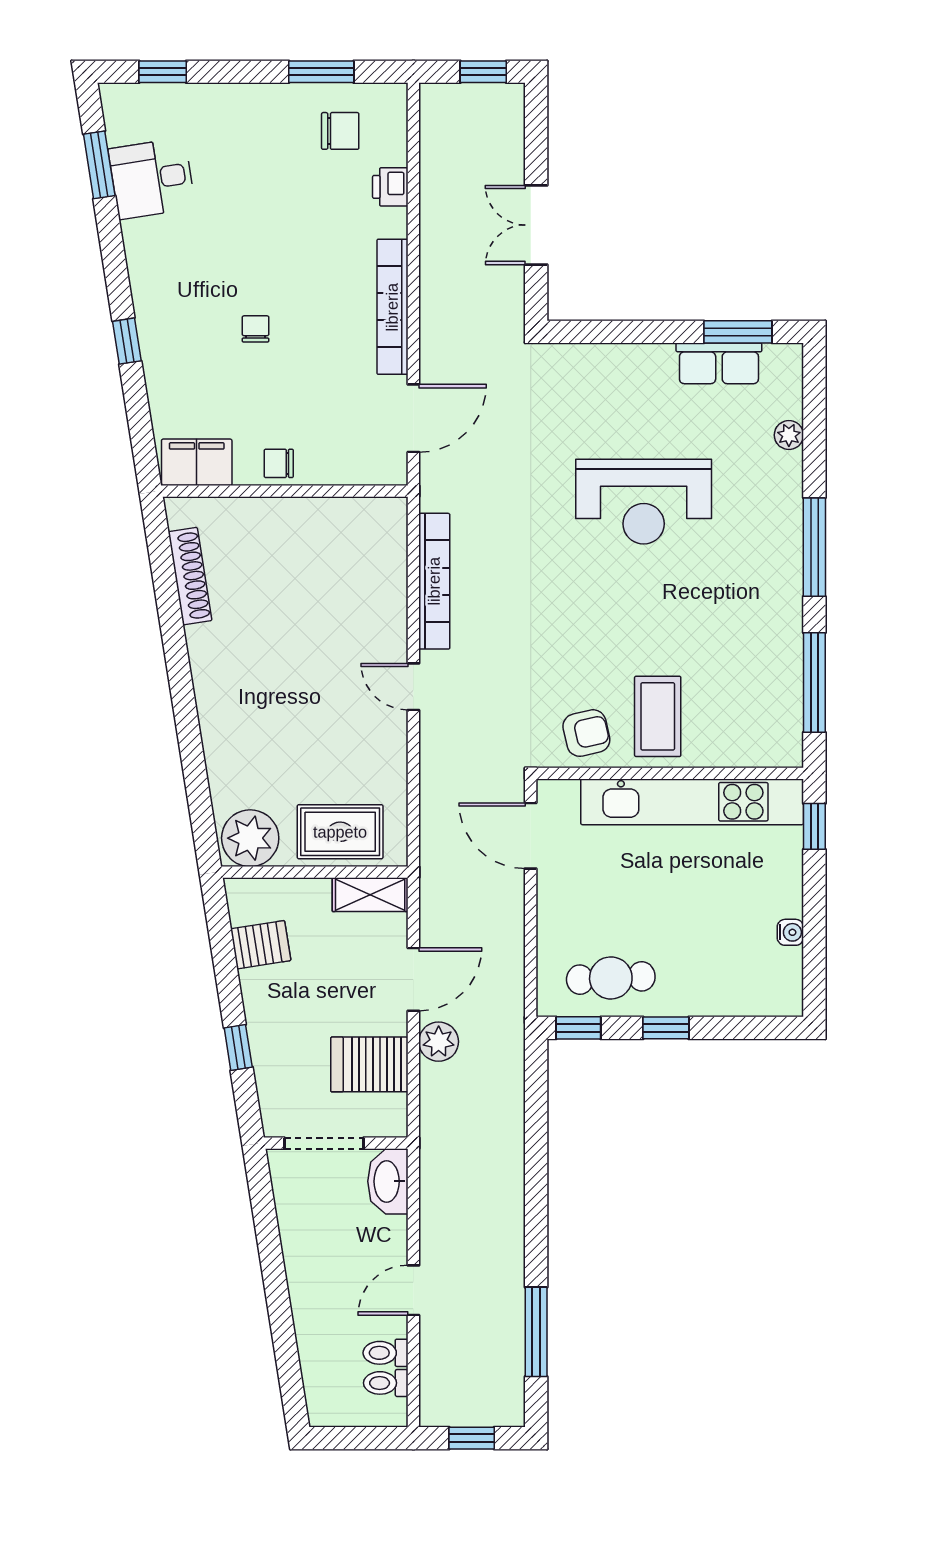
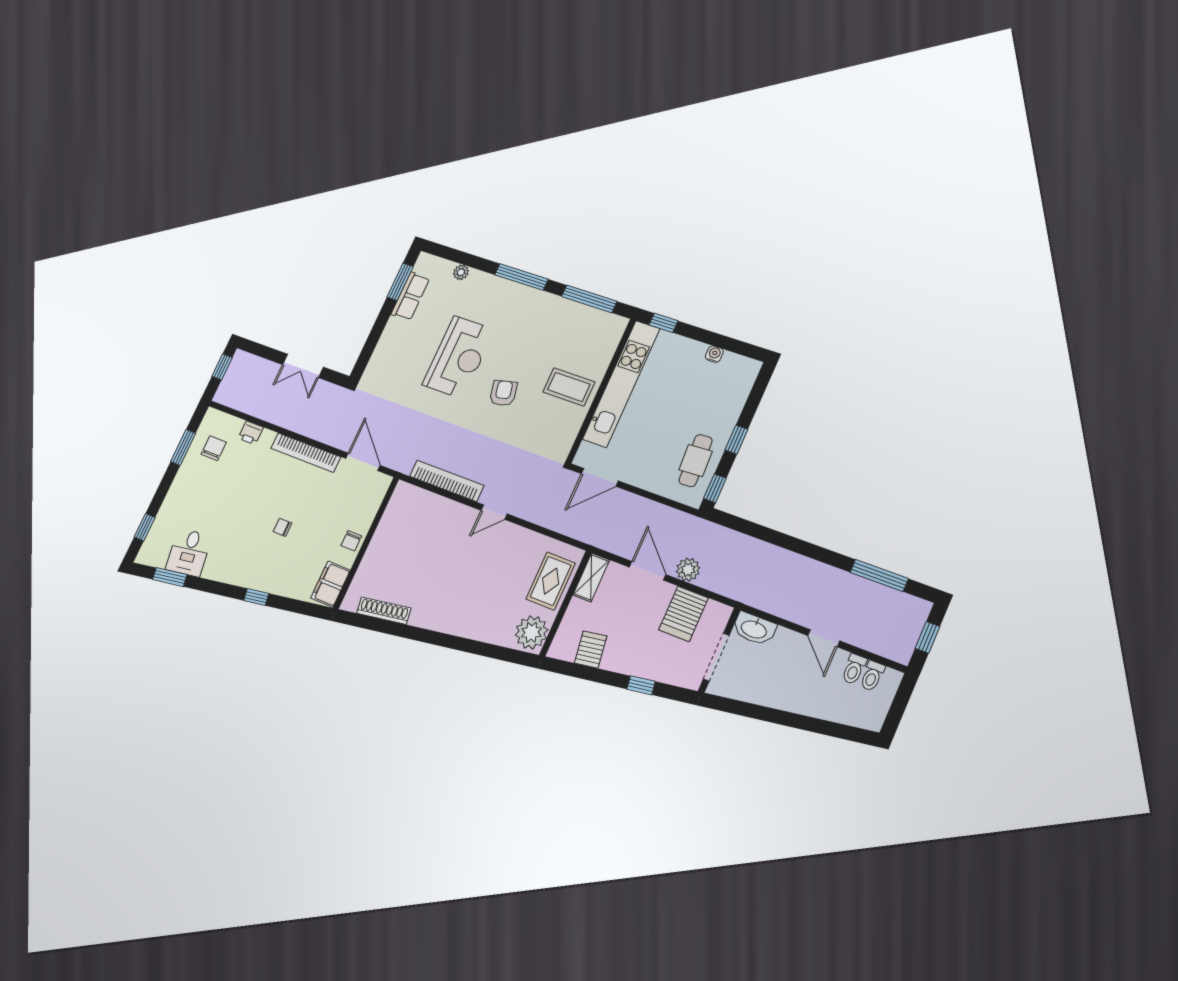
armchair: (586, 733) -> (503, 393), moved

